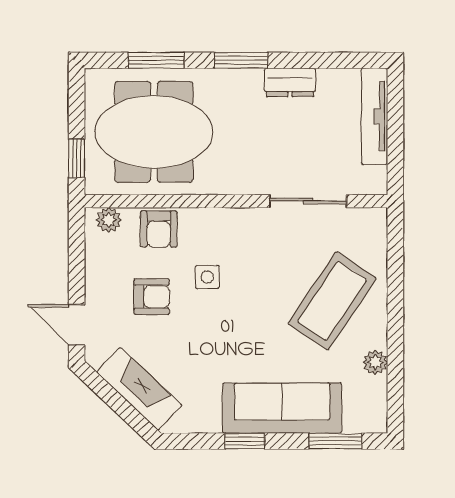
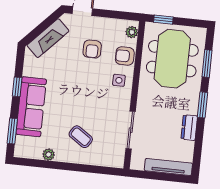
side table: (207, 277) -> (119, 80), moved
coffee table: (332, 301) -> (81, 137), width x0.54, depth x0.58

